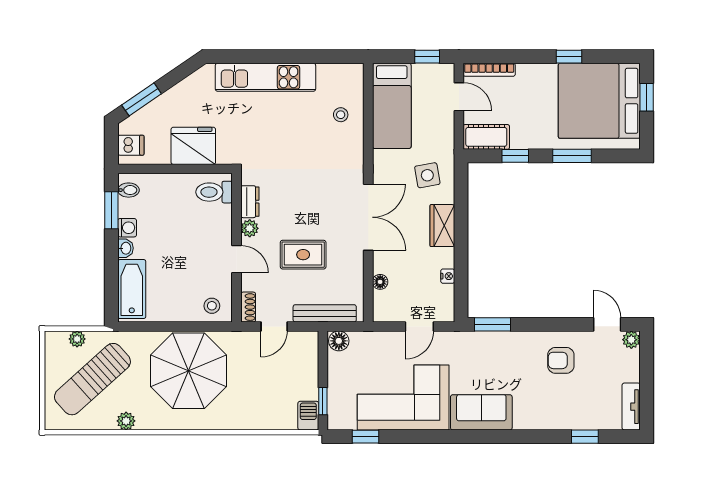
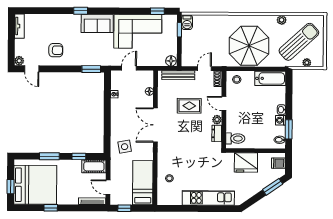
wardrobe: (442, 226) -> (117, 120), removed
bathtub: (132, 289) -> (270, 78), moved, turned -90
window: (585, 437) -> (81, 11), moved

